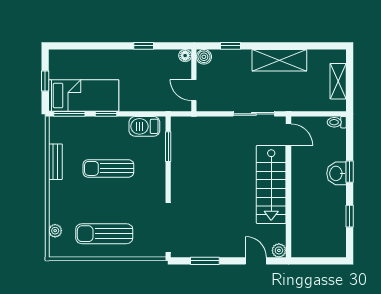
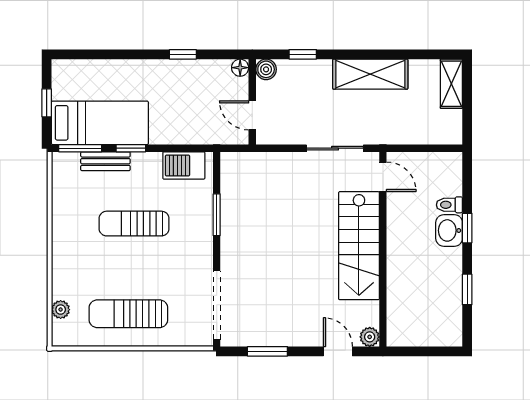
shelving: (338, 81) -> (451, 84), moved
toilet: (337, 122) -> (449, 205), moved
window: (168, 147) -> (217, 215), moved
bench: (55, 162) -> (105, 161), moved, turned 90

